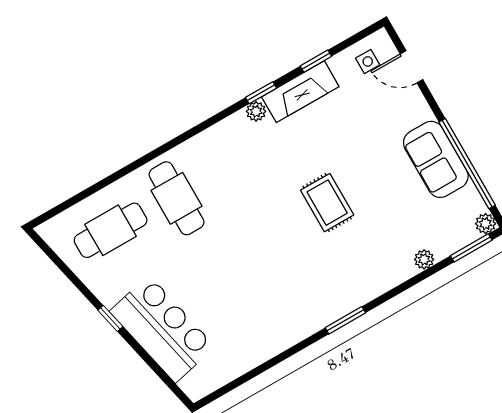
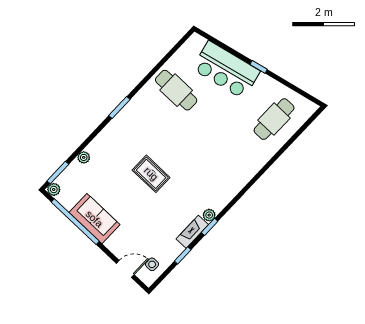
fireplace: (300, 92) -> (192, 232), width x0.73, depth x0.76
cafe table: (177, 198) -> (176, 90), moved

